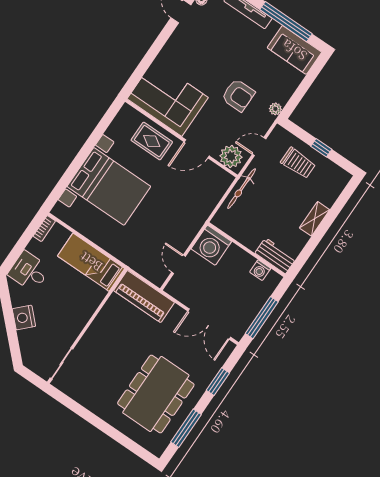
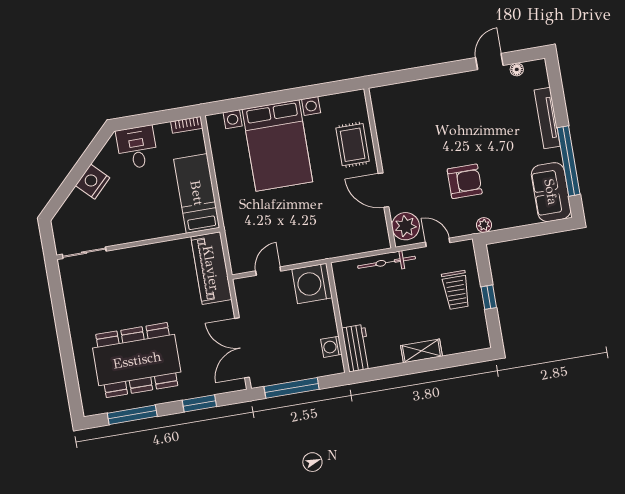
armchair: (238, 95) -> (465, 181), turned -90
corner sofa: (168, 98) -> (403, 123), removed

